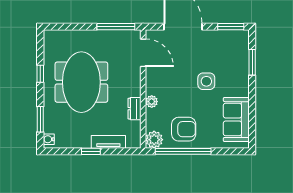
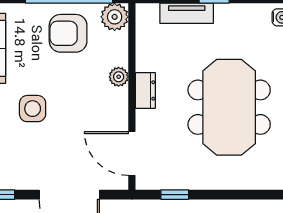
window: (116, 27) -> (175, 195), width x0.46
dresser: (135, 109) -> (145, 90), moved

